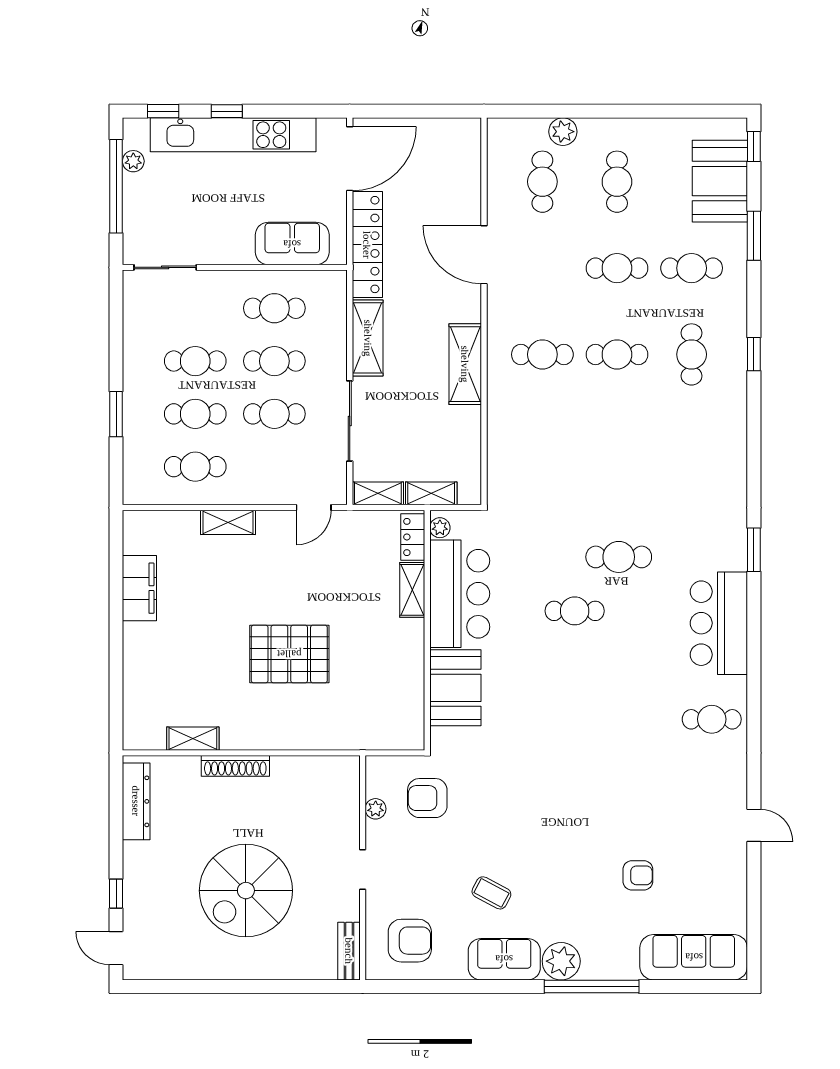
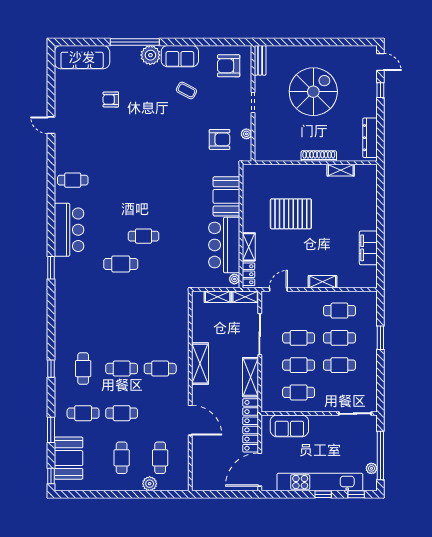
plant: (440, 528) -> (234, 279), moved
locker: (413, 537) -> (248, 274), moved
shelving: (412, 590) -> (249, 247), moved
bar counter: (460, 594) -> (224, 245), moved
wall: (427, 630) -> (241, 226), moved
booth: (455, 688) -> (226, 196), moved

